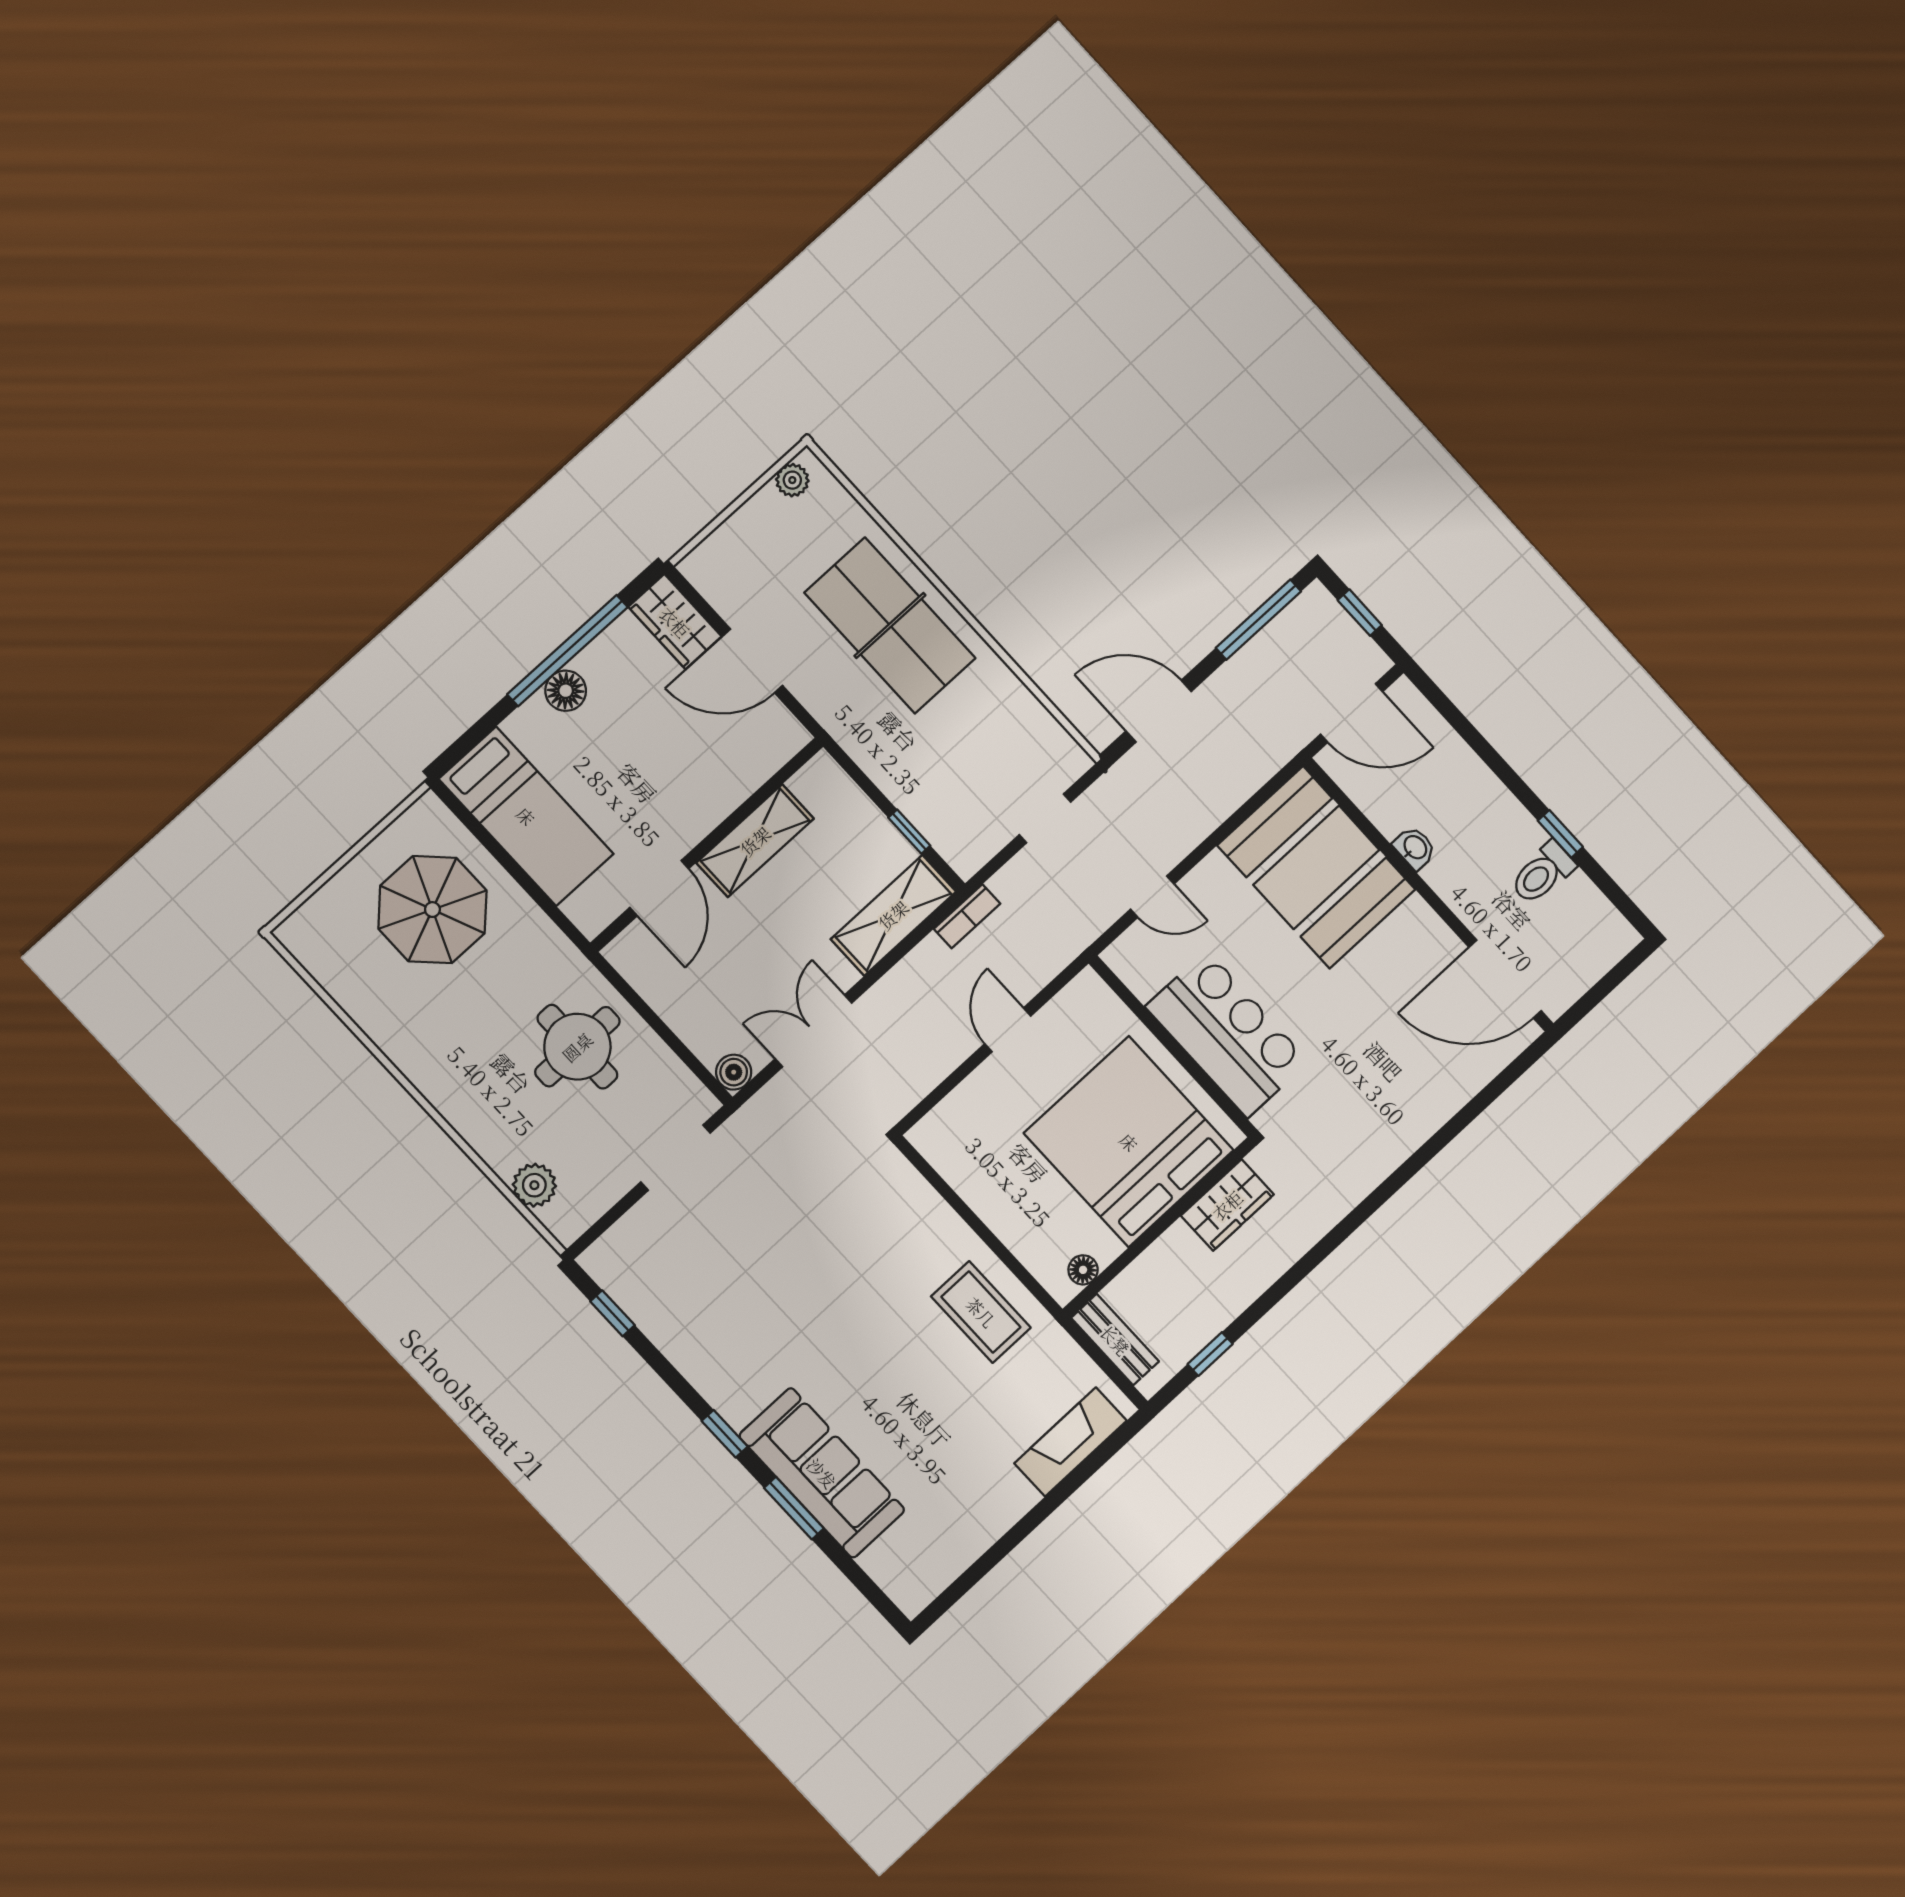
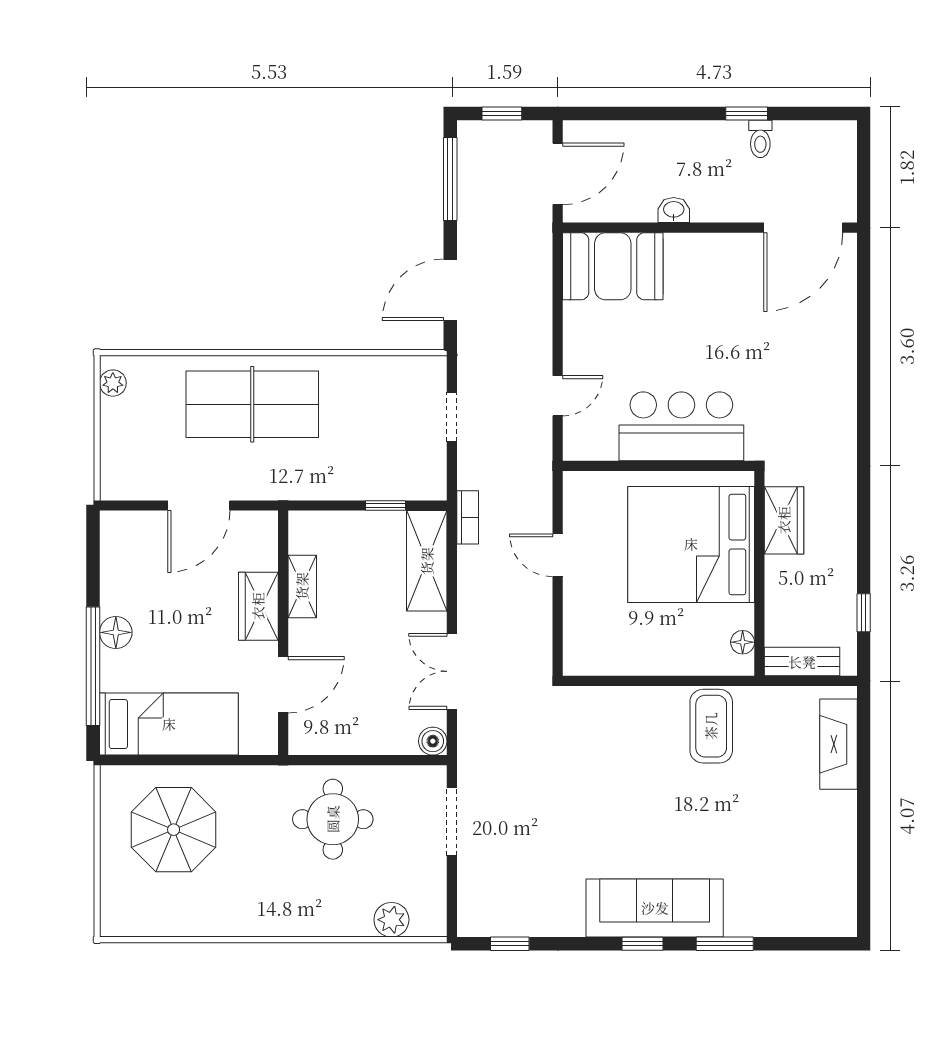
wardrobe: (675, 622) -> (258, 606), moved, turned 90
window: (567, 651) -> (93, 666), moved
shelving: (755, 841) -> (302, 586), width x0.67, depth x0.75
booth: (1316, 867) -> (613, 266), width x0.73, depth x0.70
toilet: (1543, 873) -> (760, 139), width x0.73, depth x0.72
door: (659, 888) -> (283, 685), hinge flipped
coffee table: (981, 1312) -> (711, 726), turned 90
sofa: (822, 1473) -> (655, 908), moved

